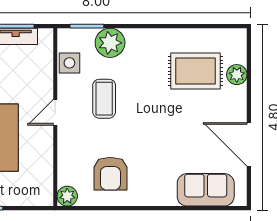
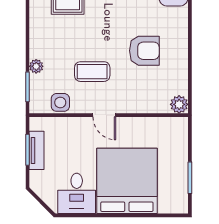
plant: (110, 43) -> (36, 66), width x0.53, depth x0.53
armchair: (110, 174) -> (144, 51), moved

